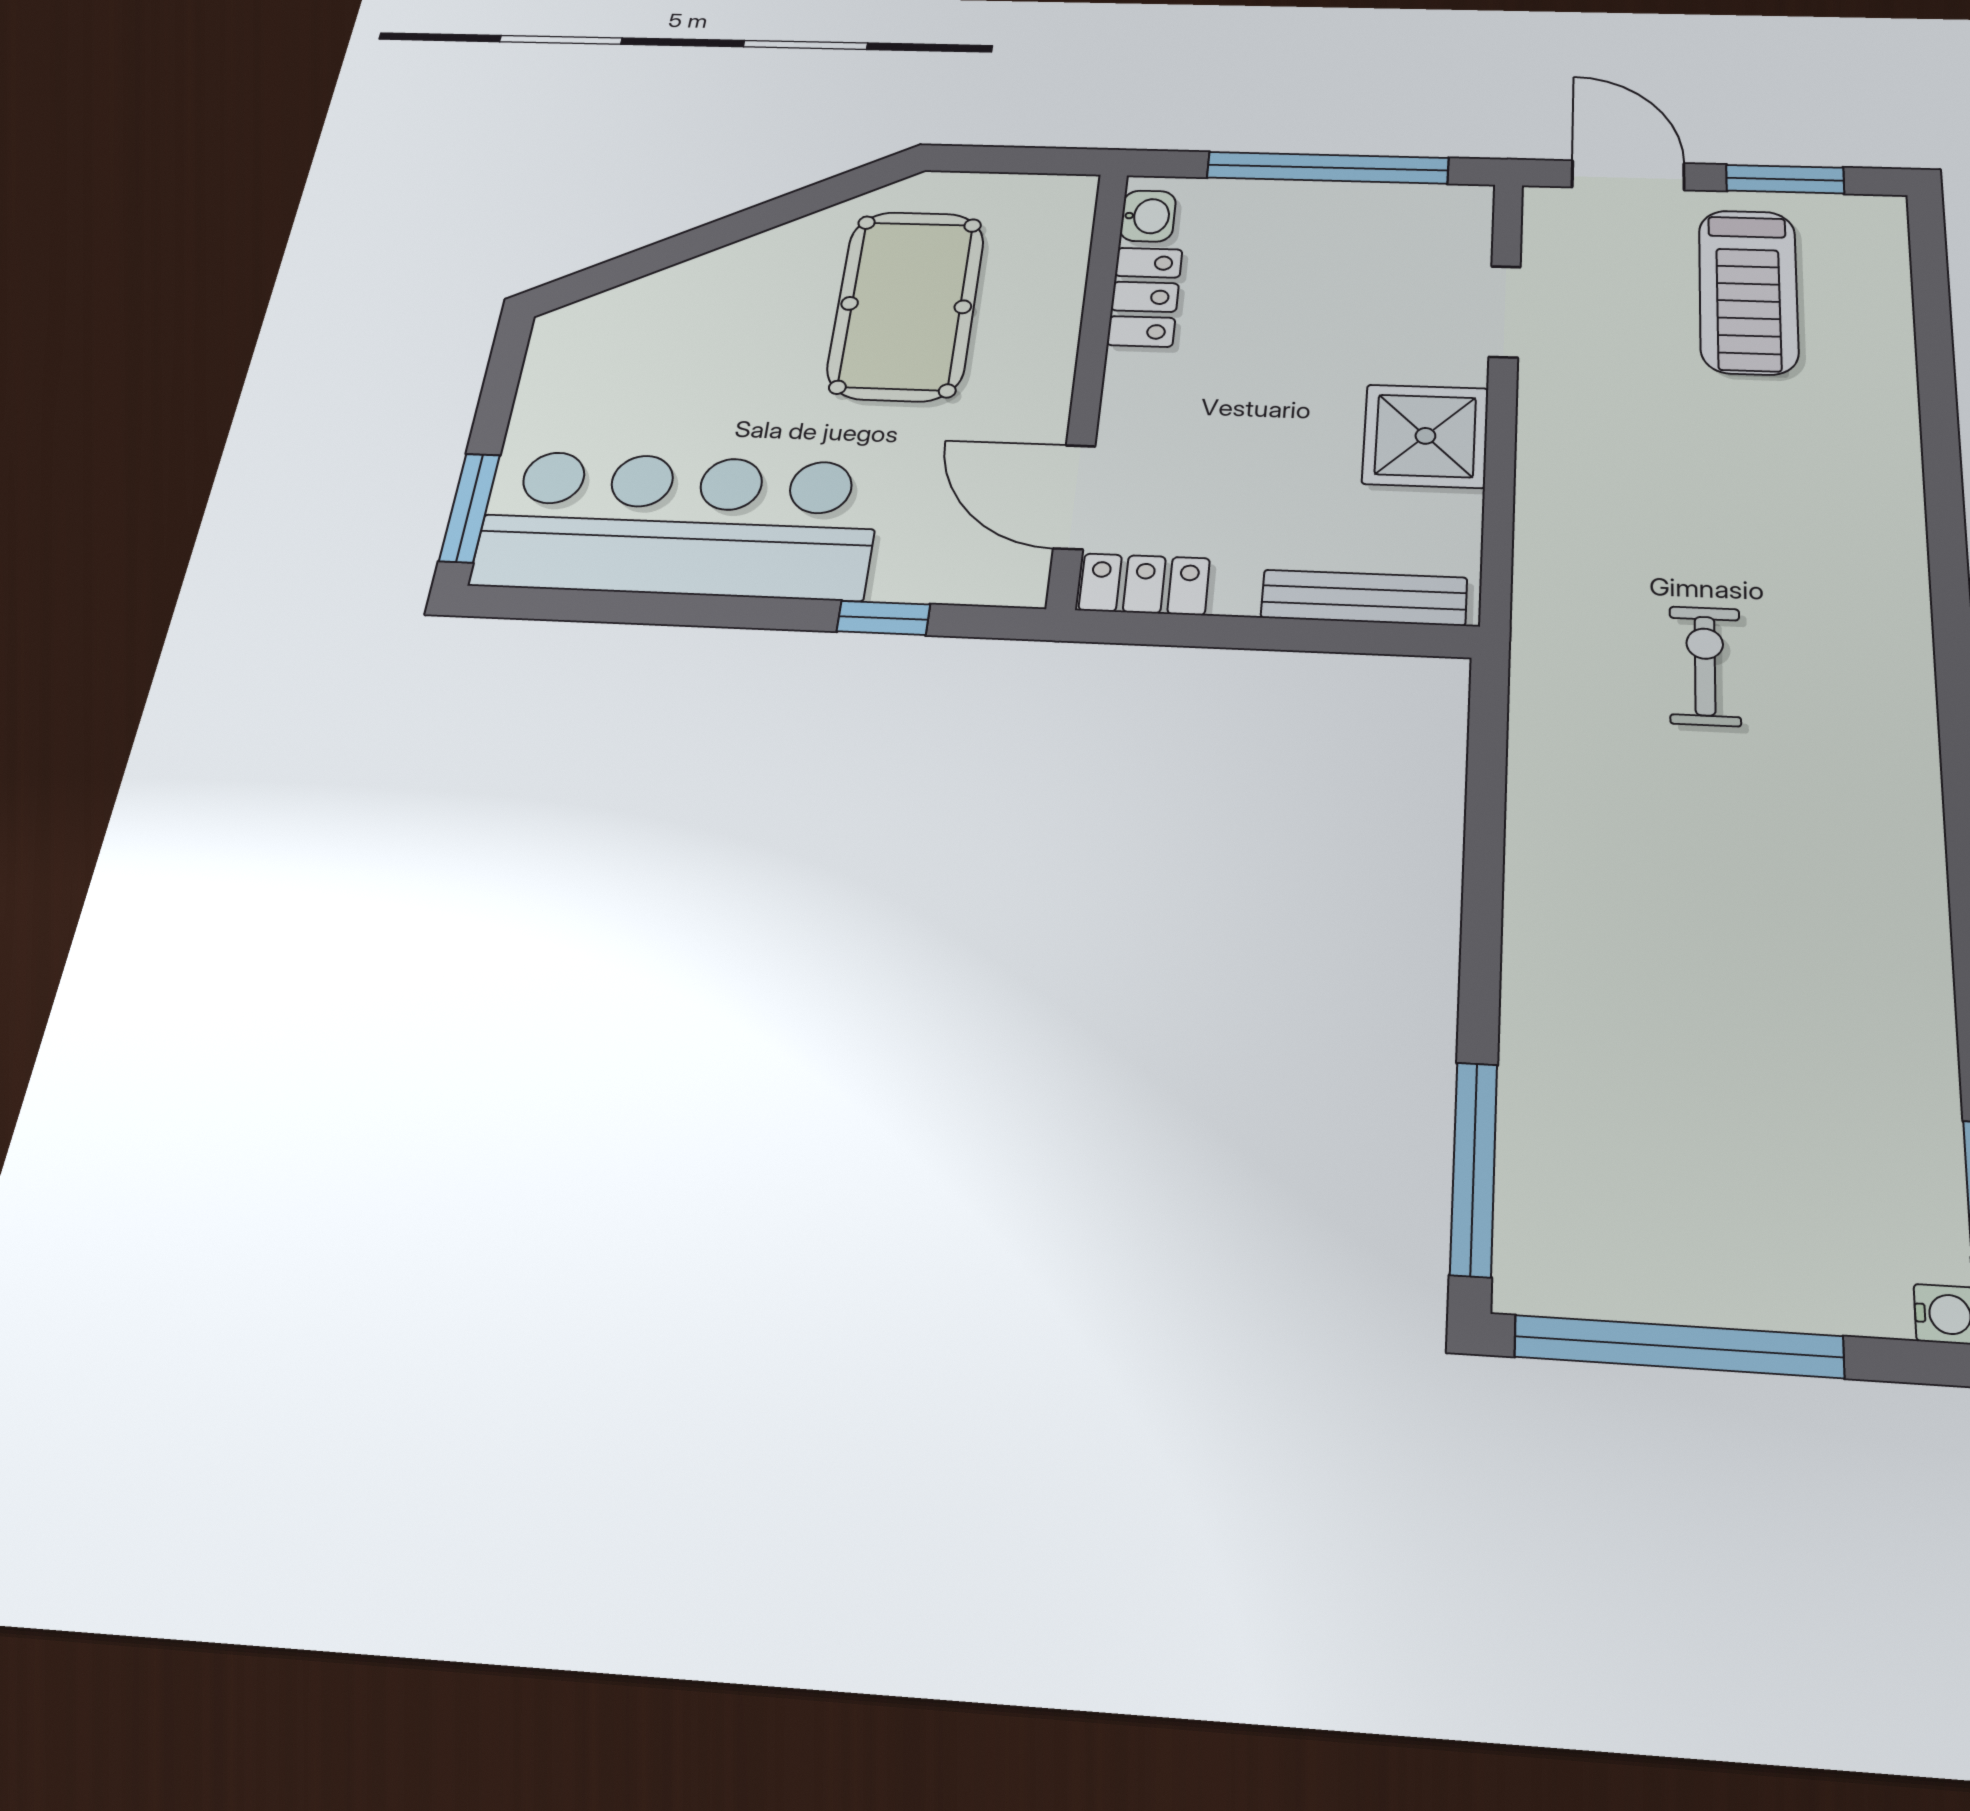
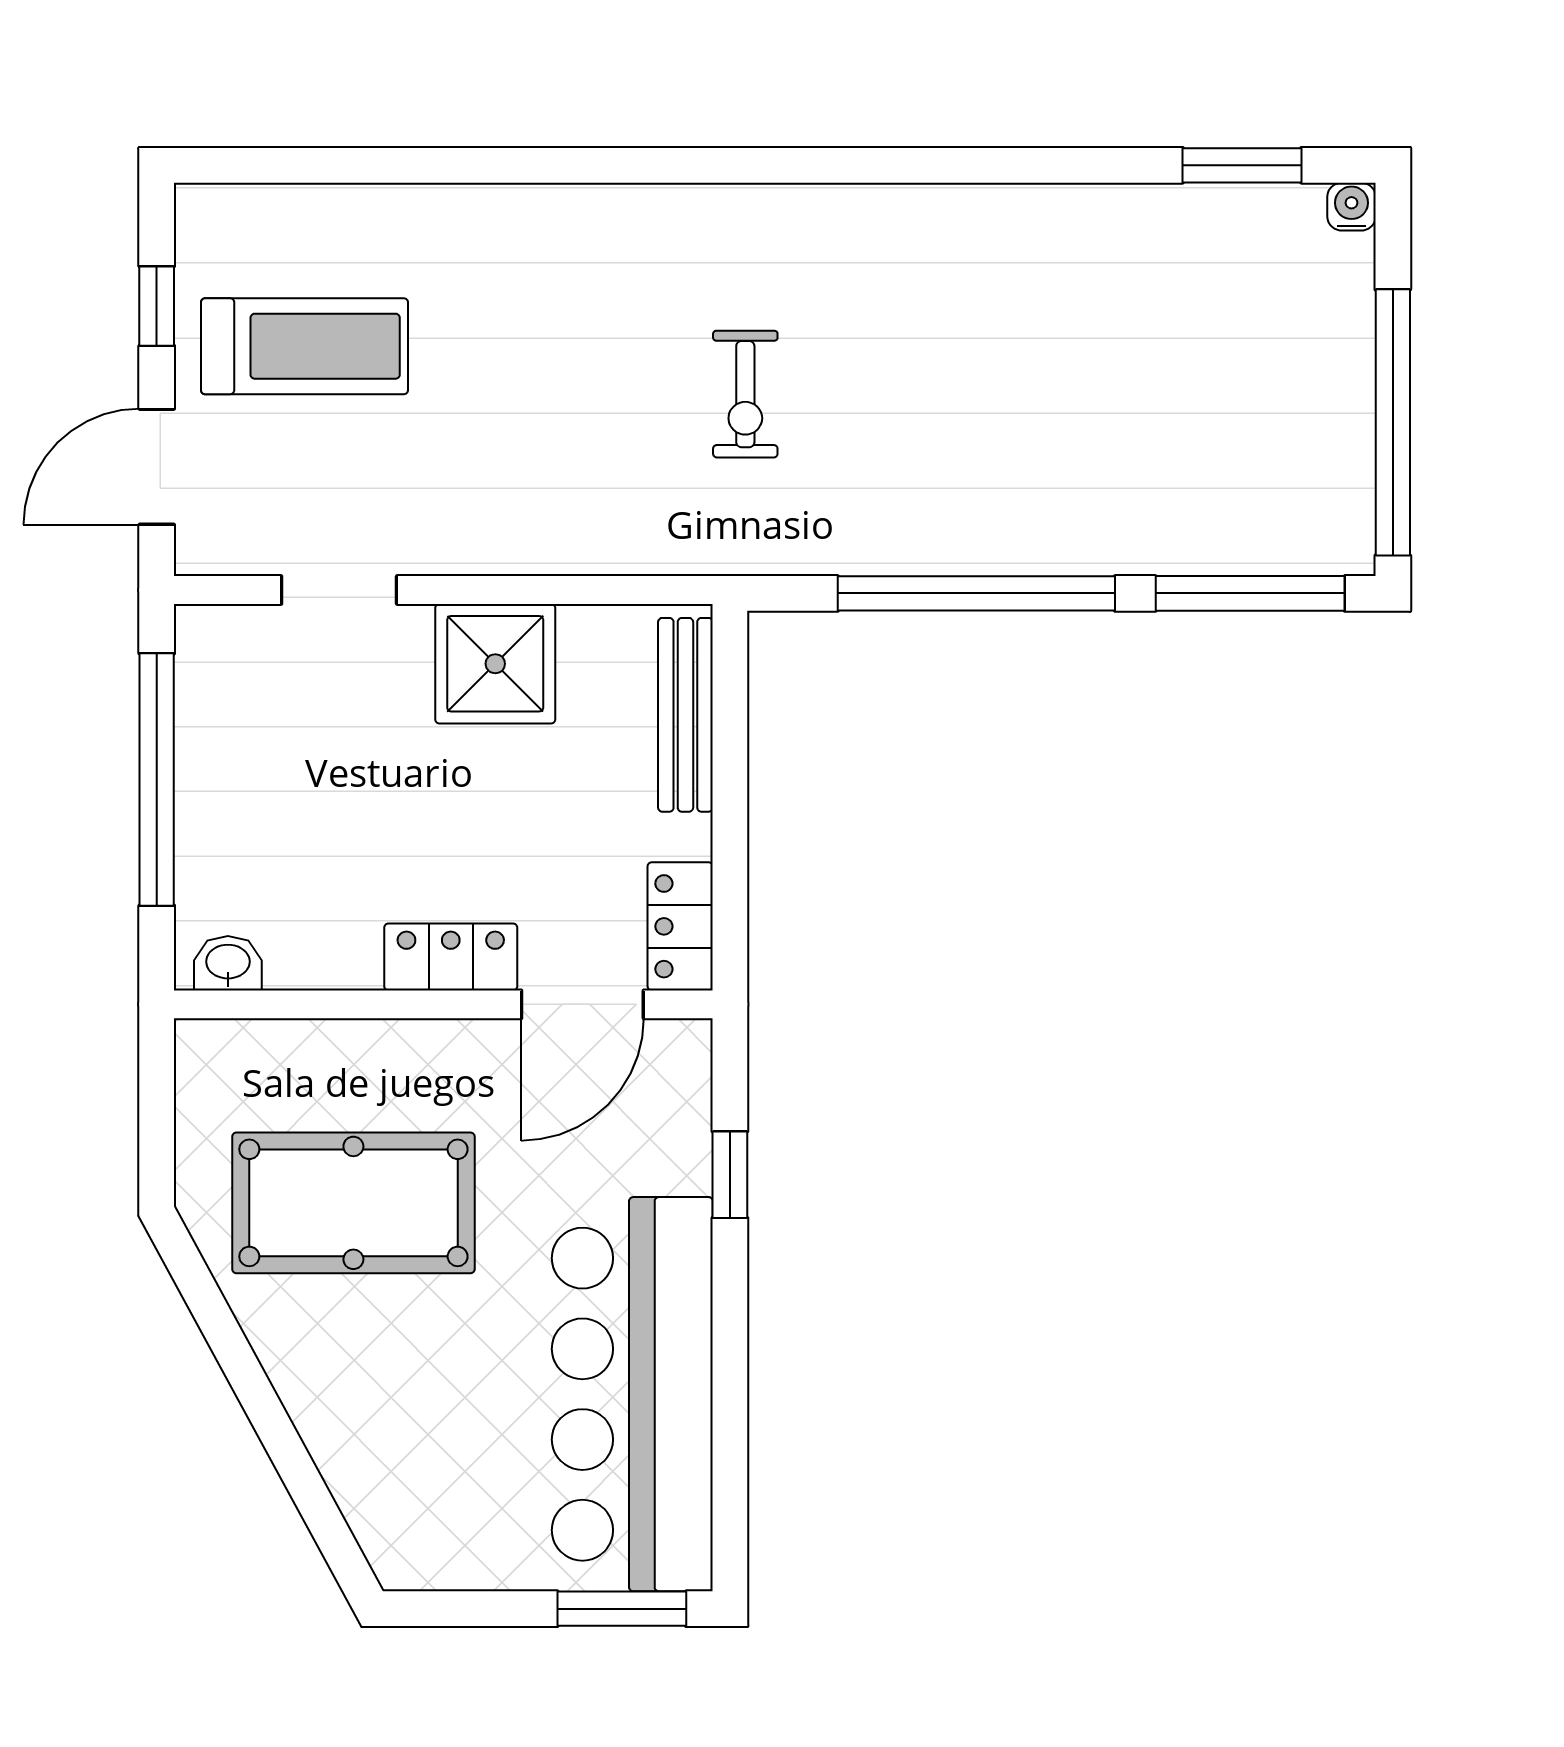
window: (1785, 179) -> (157, 306), width x0.67
locker: (1145, 297) -> (451, 957), moved
exercise bike: (1705, 666) -> (745, 394), turned -90
window: (1483, 878) -> (976, 593), added

